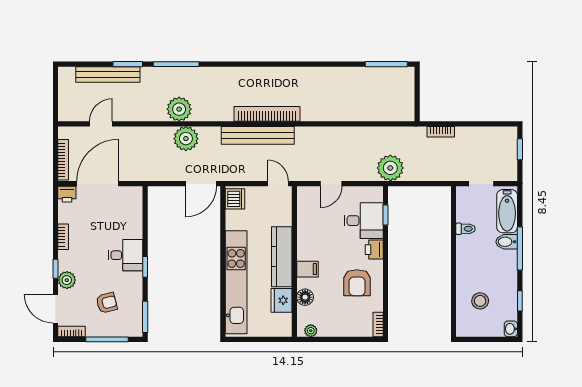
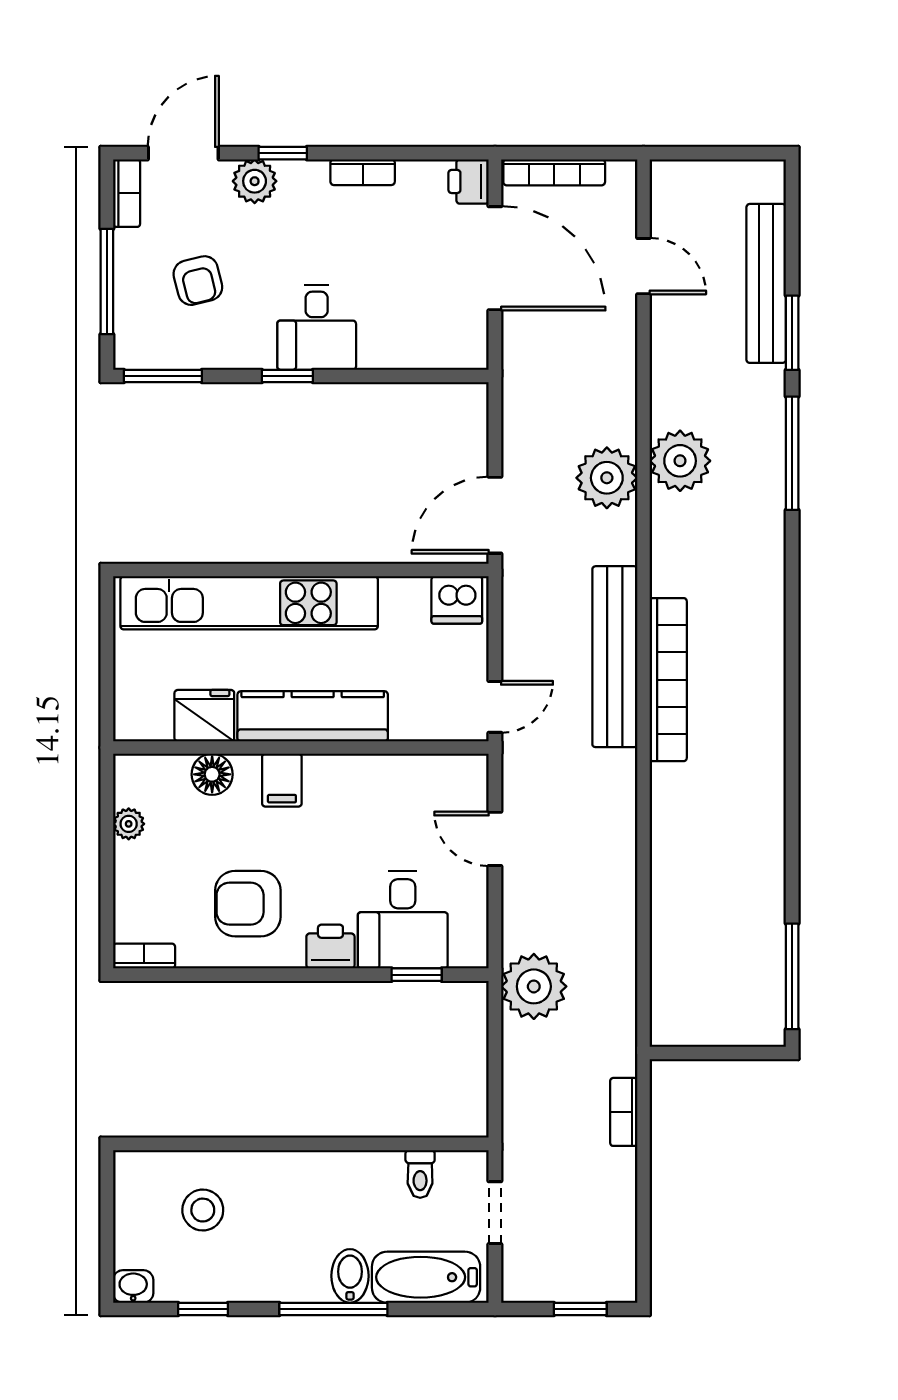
door: (201, 184) -> (495, 515), hinge flipped
toilet: (466, 229) -> (420, 1174), moved
plant: (311, 331) -> (129, 824), moved

